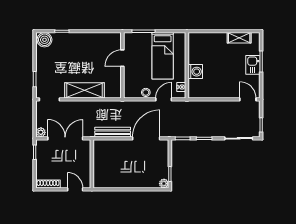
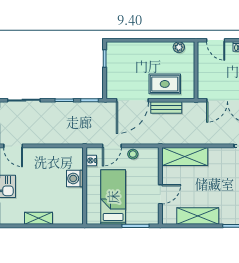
shelving: (239, 38) -> (39, 218), moved
shelving: (90, 40) -> (198, 216), added
shelving: (85, 90) -> (185, 156), moved
bench: (113, 132) -> (166, 107), width x0.73
rug: (119, 152) -> (165, 84), added
plant: (164, 184) -> (179, 47), moved

